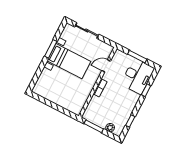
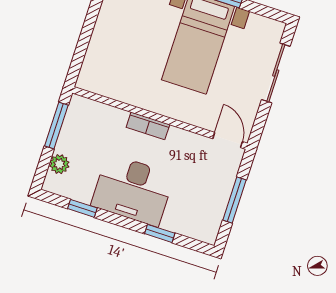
door: (106, 66) -> (228, 140), moved
desk: (138, 76) -> (133, 190), moved

